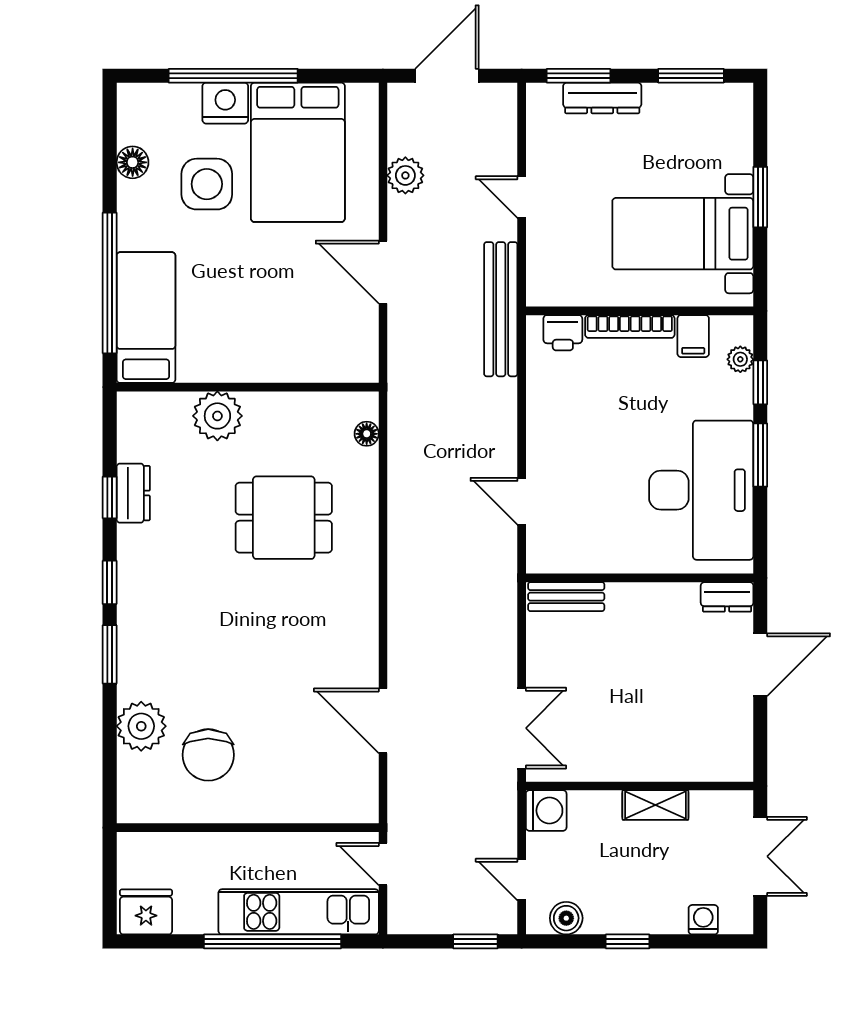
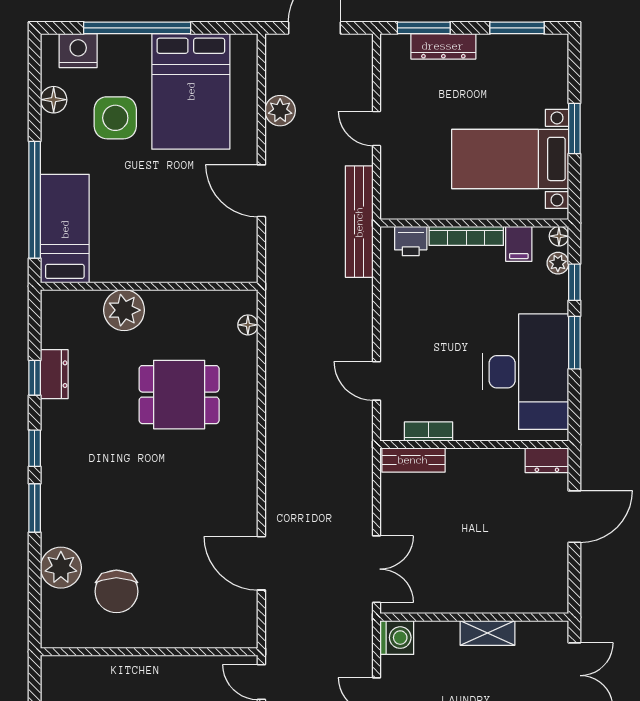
nightstand: (225, 103) -> (78, 51), moved
floor lamp: (742, 327) -> (559, 236), added
bookcase: (584, 562) -> (428, 431), added

